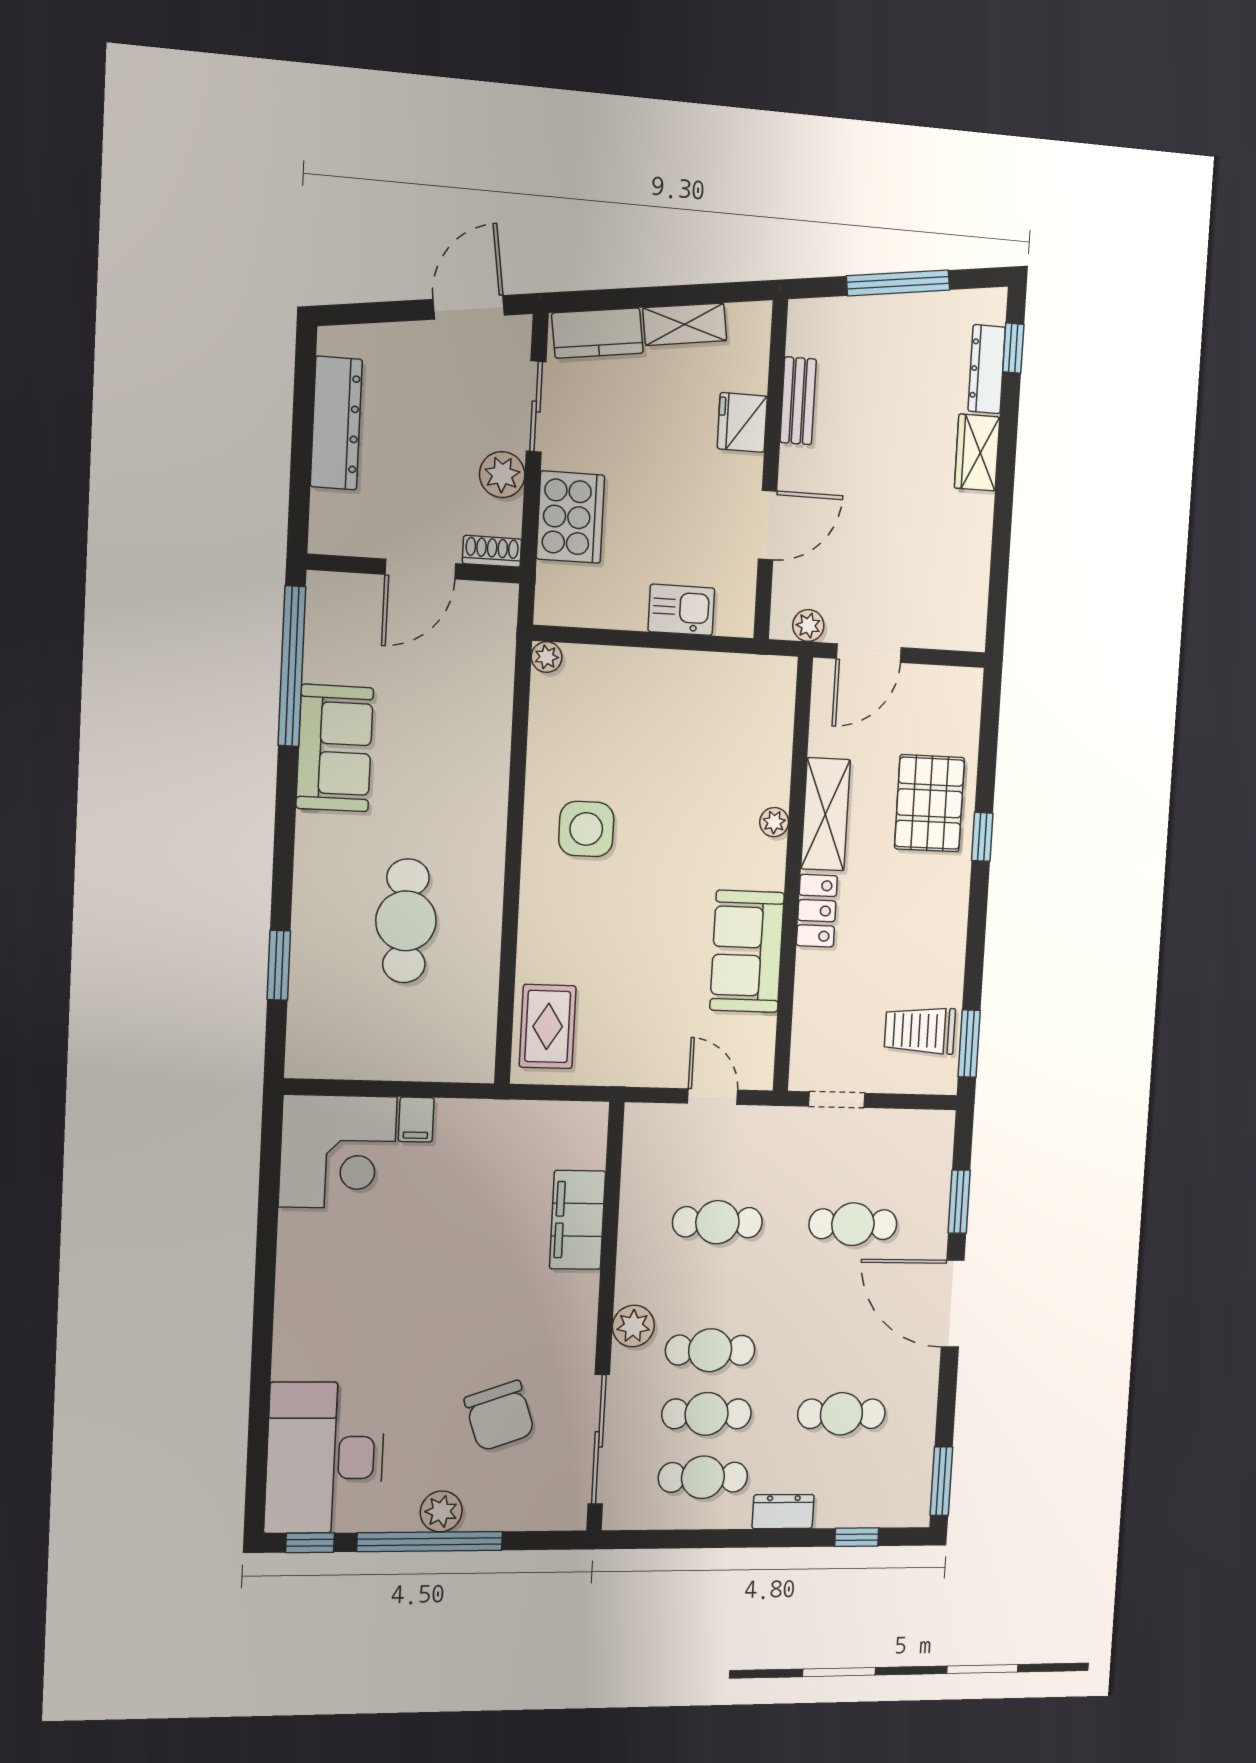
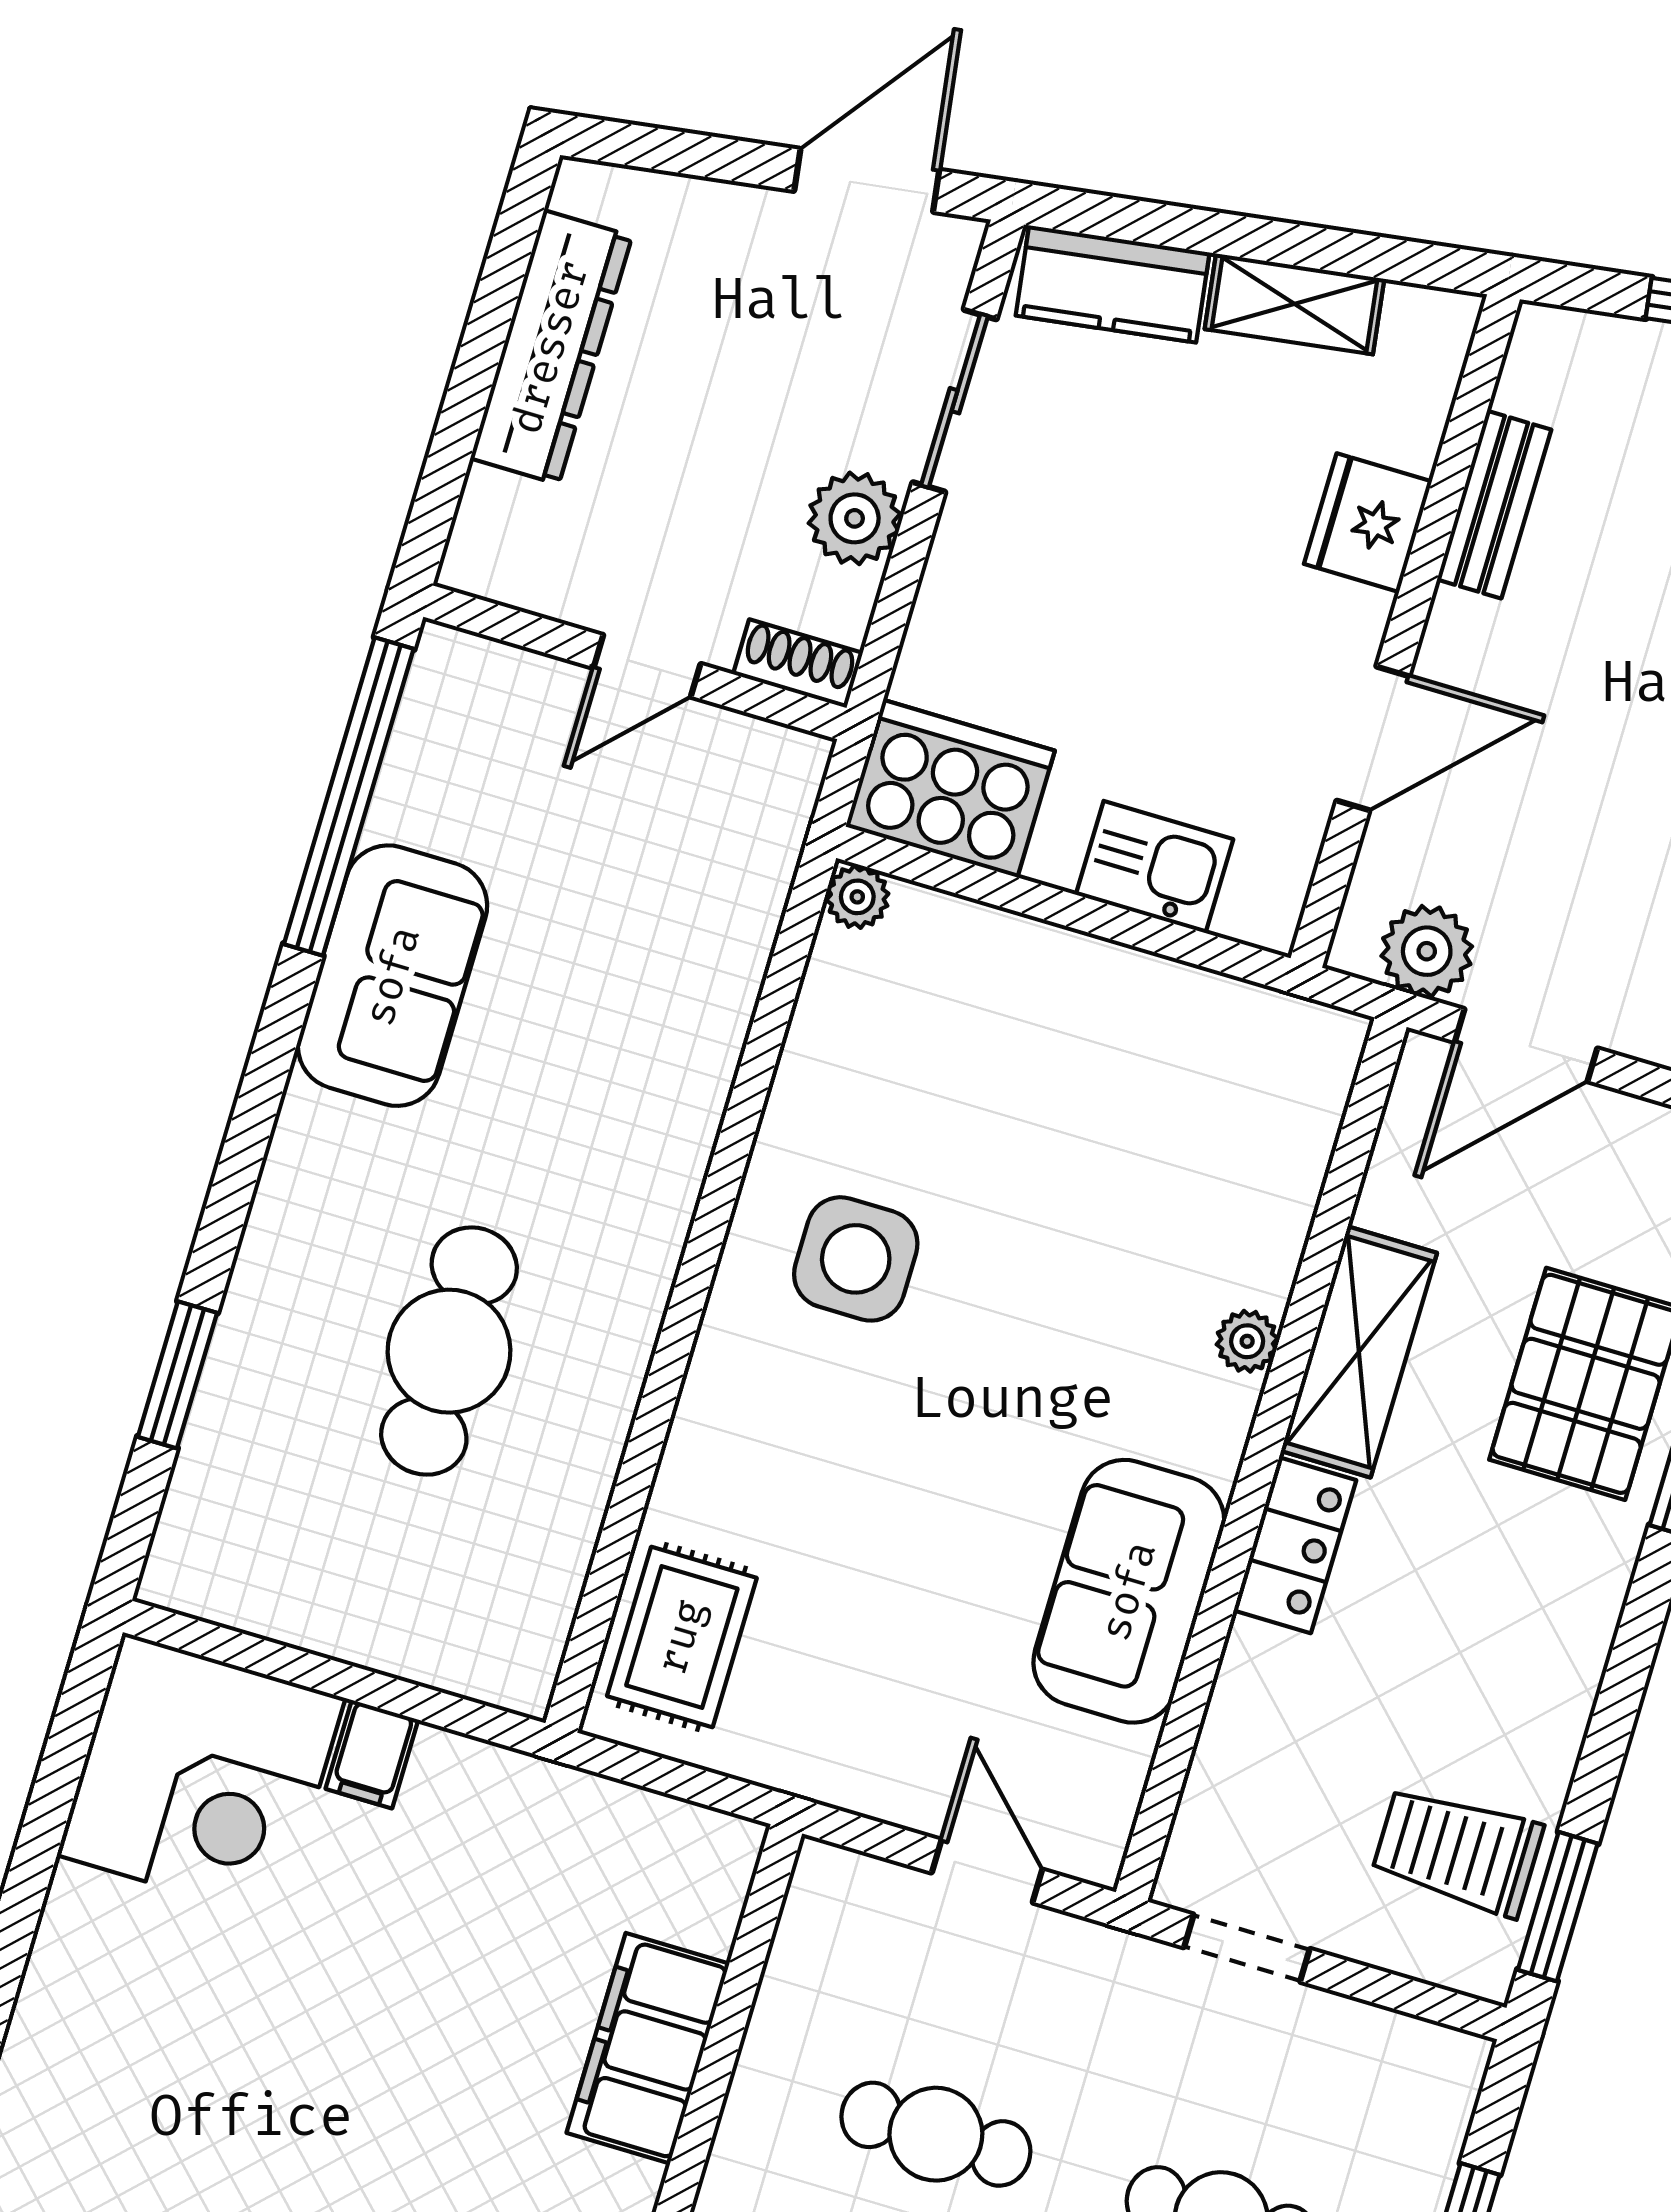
cooker: (571, 517) -> (950, 789), moved, turned -90
door: (420, 569) -> (647, 666), width x0.73
plant: (808, 625) -> (1427, 951), width x1.38, depth x1.38

